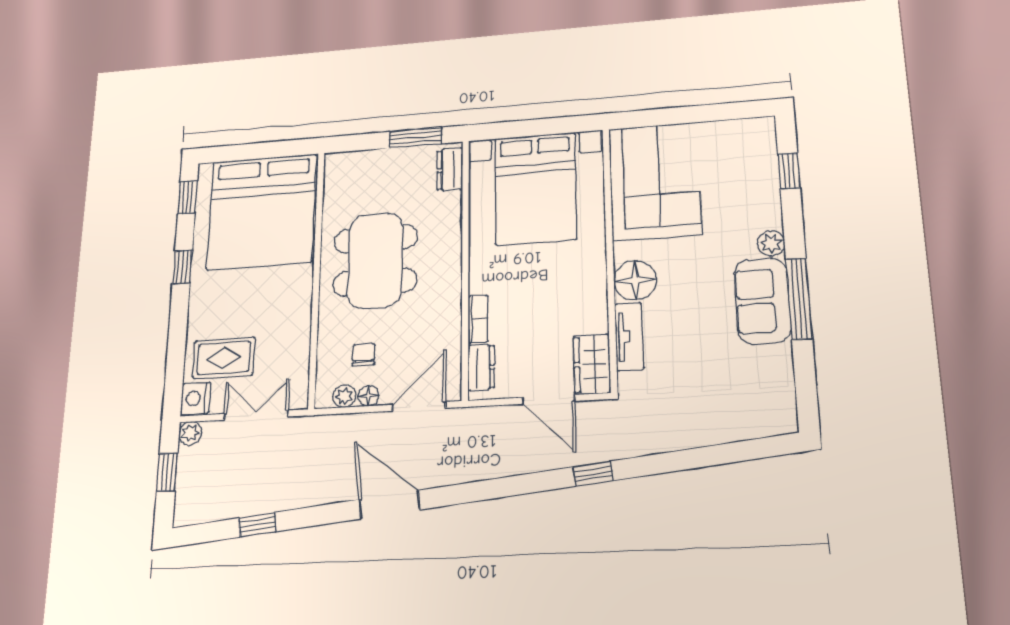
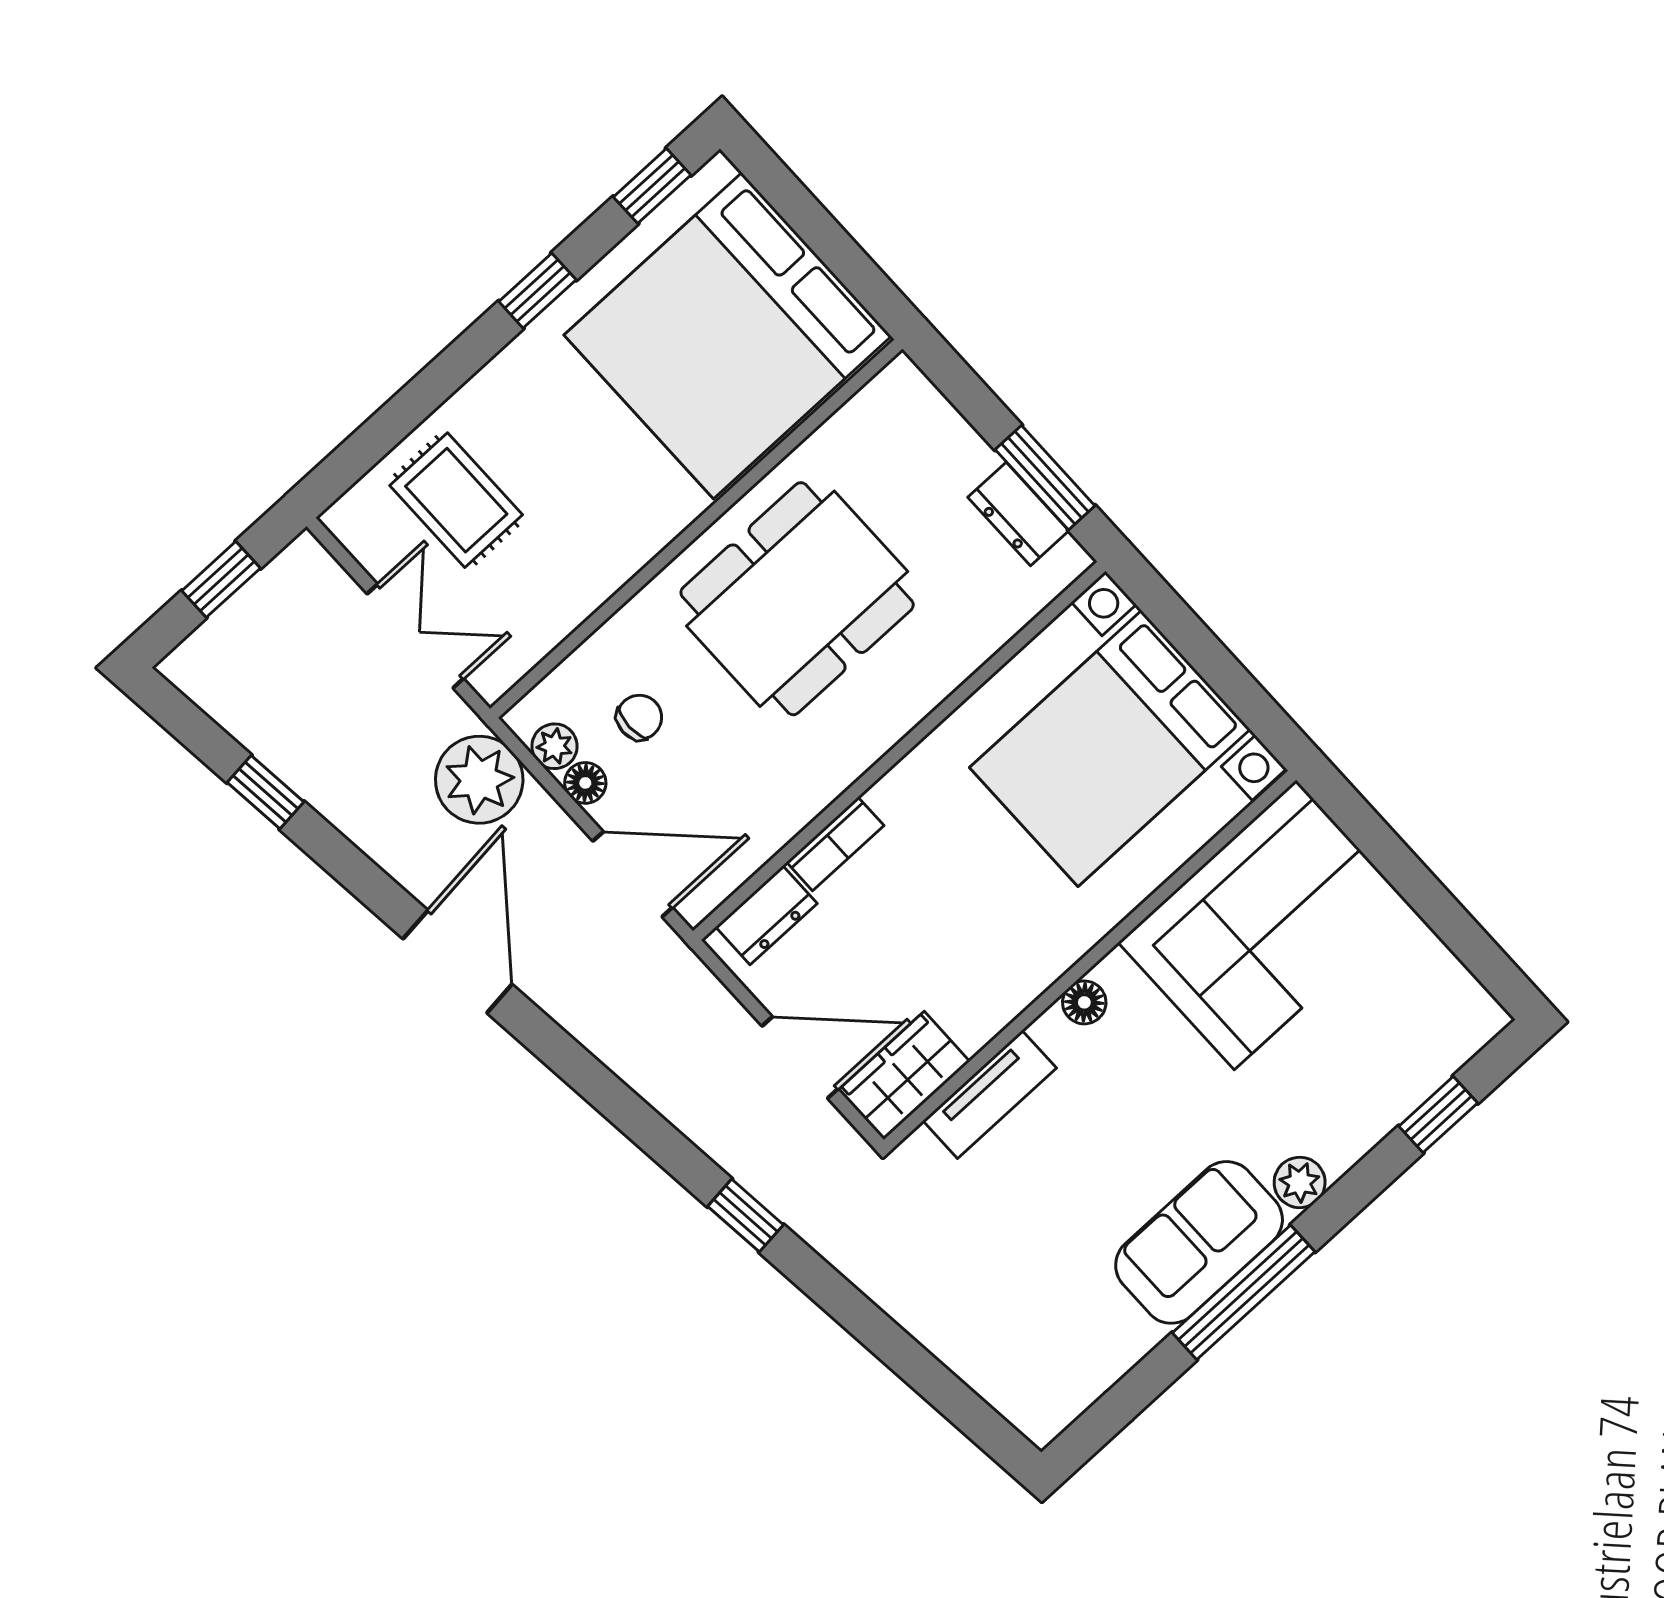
dresser: (450, 169) -> (1018, 514), moved, turned -90
floor lamp: (635, 280) -> (1084, 1002), width x0.53, depth x0.53
nightstand: (196, 398) -> (361, 516), removed
door: (548, 399) -> (800, 1057), swing flipped
plant: (190, 433) -> (479, 780), moved, width x1.88, depth x1.88

